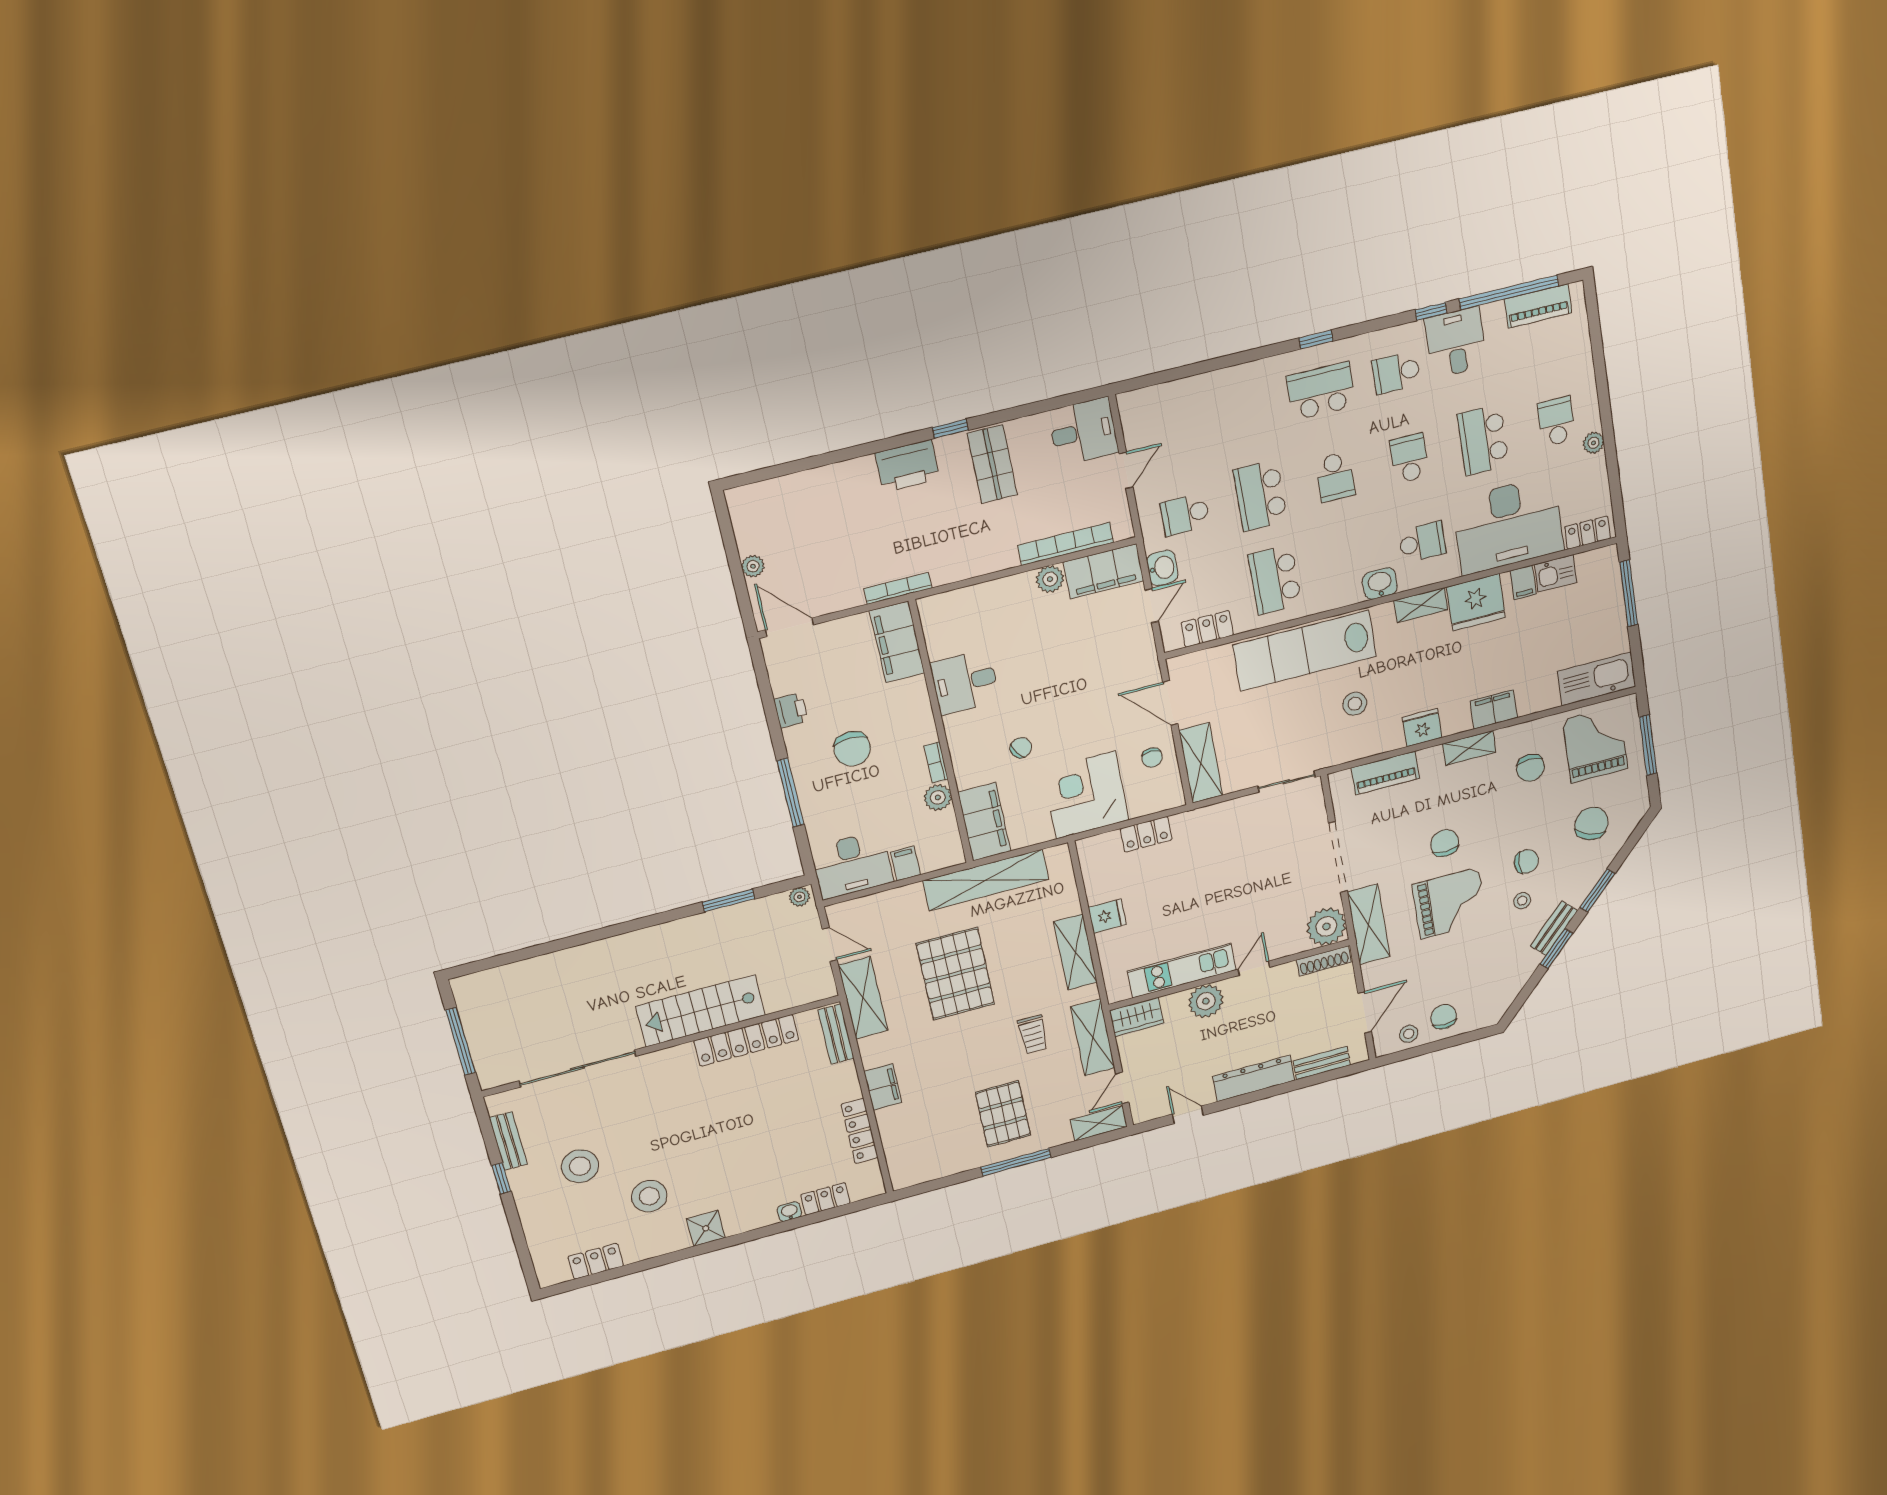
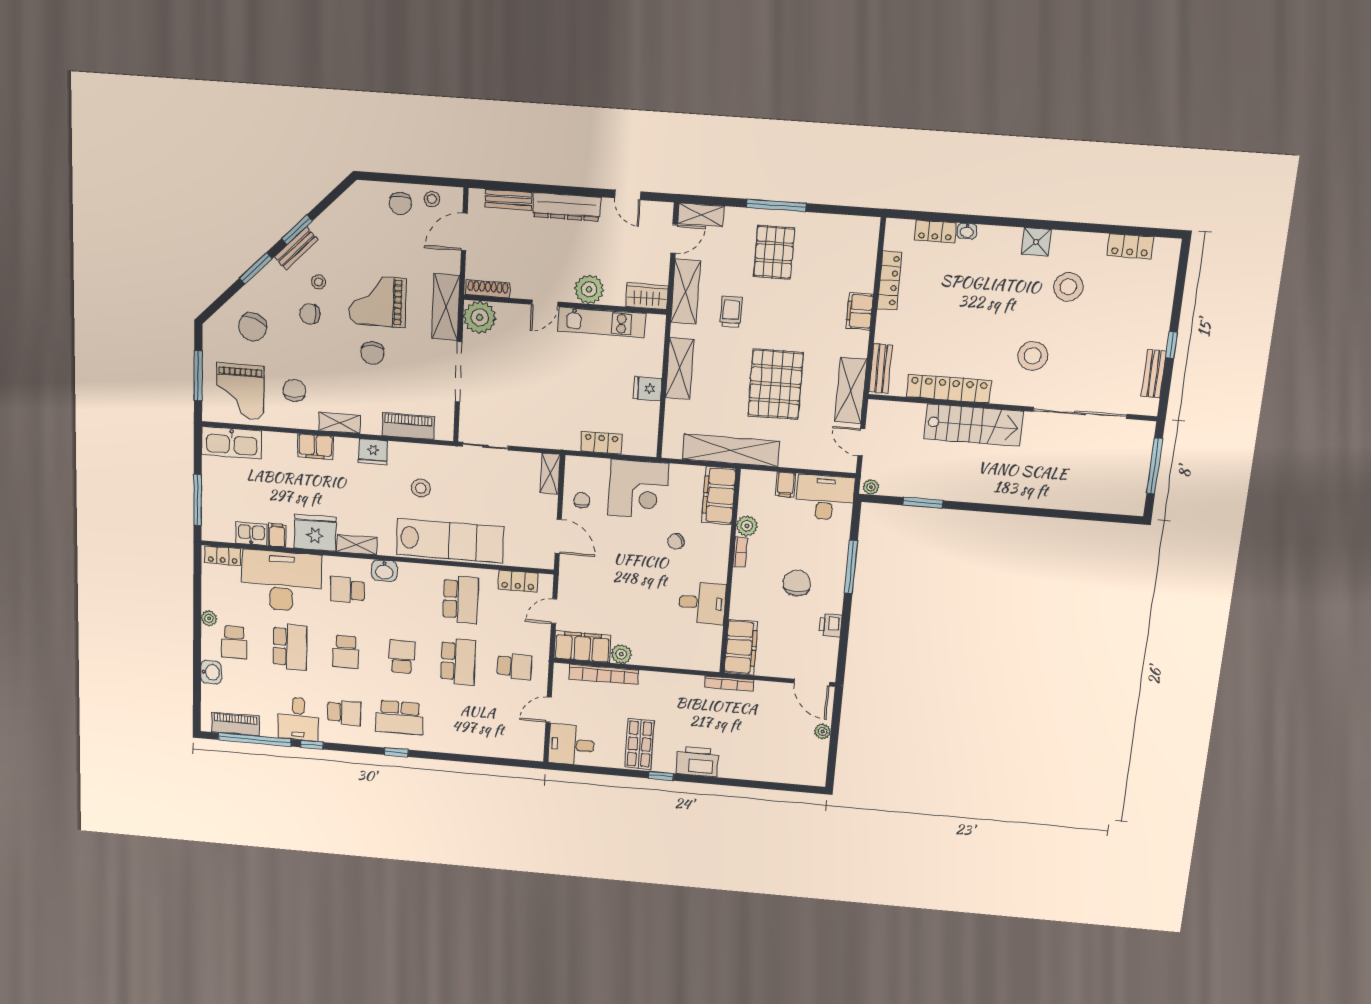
washbasin: (1162, 568) -> (211, 672), moved, turned 180
shelving: (1201, 763) -> (550, 474), width x0.67, depth x0.75
stool: (580, 1166) -> (1033, 356), moved

